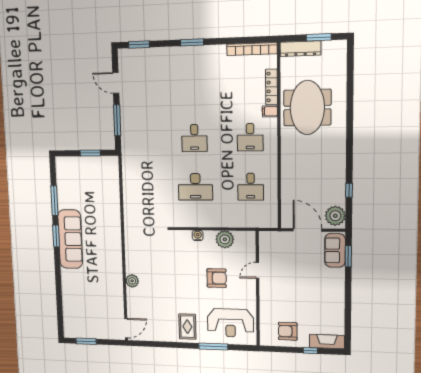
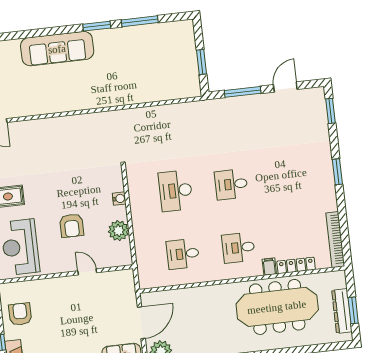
dresser: (300, 49) -> (342, 311), moved
meeting table: (307, 108) -> (277, 307), width x1.36
sofa: (70, 239) -> (57, 49), moved
plant: (132, 281) -> (54, 125), removed

